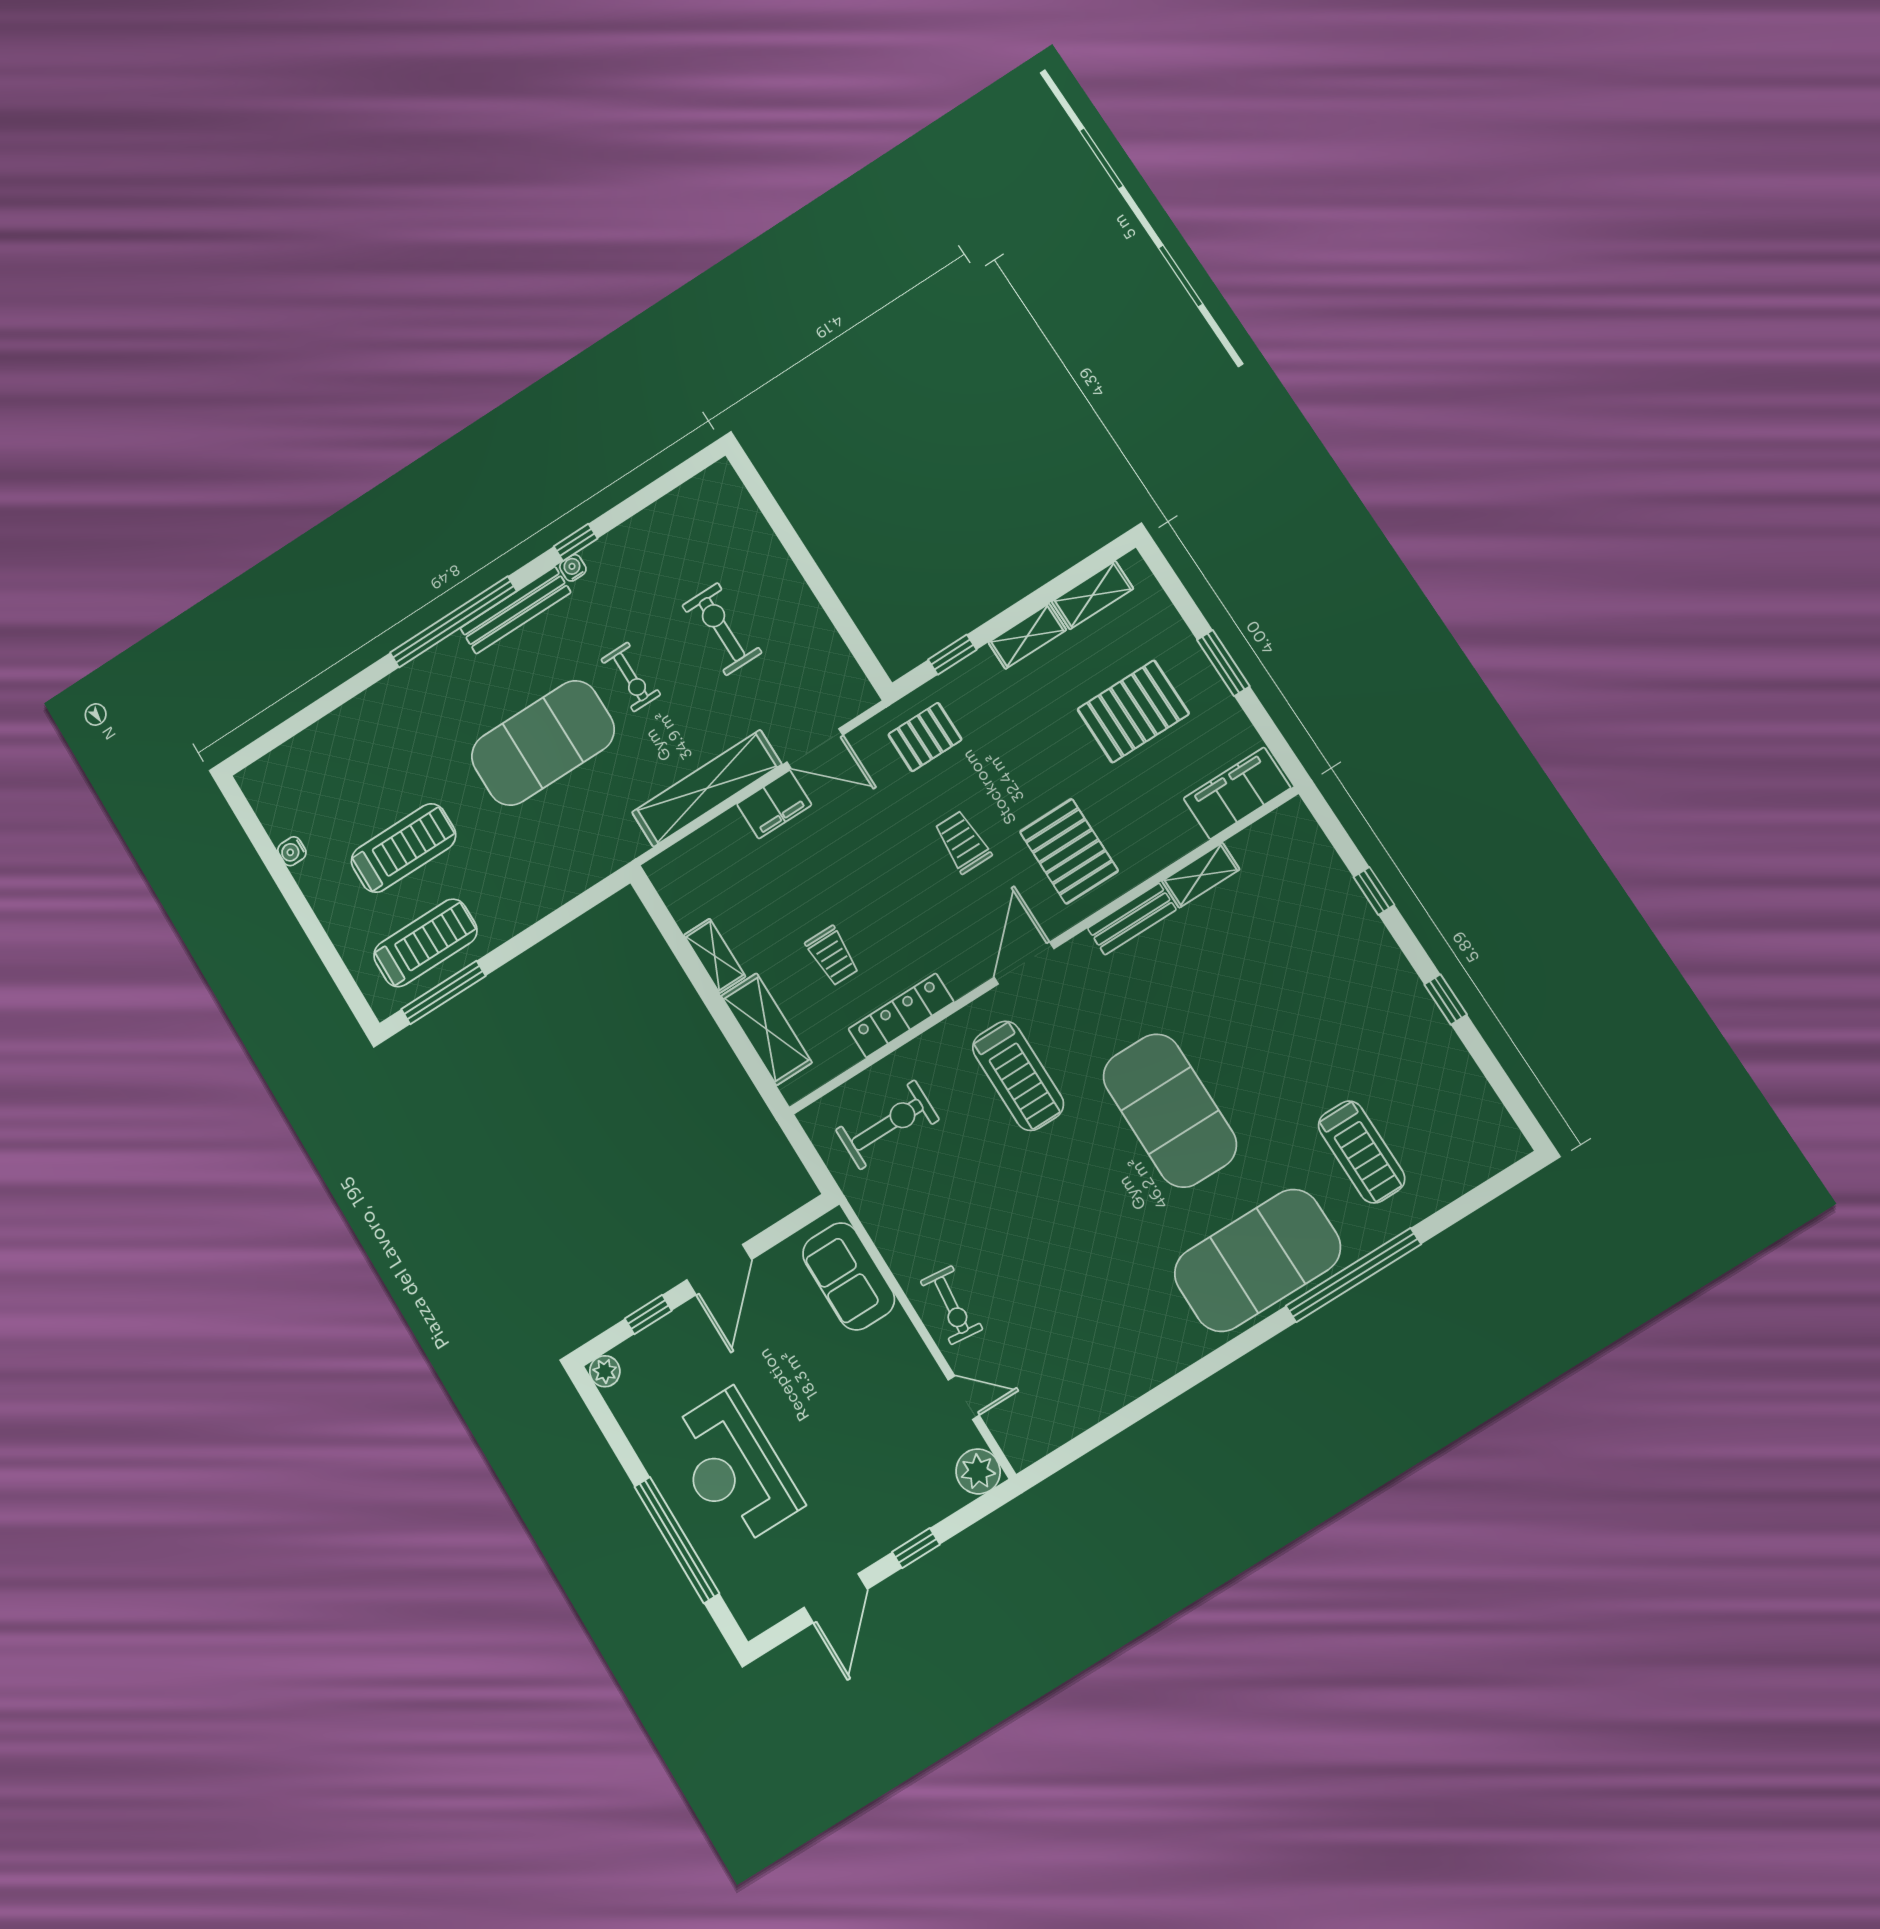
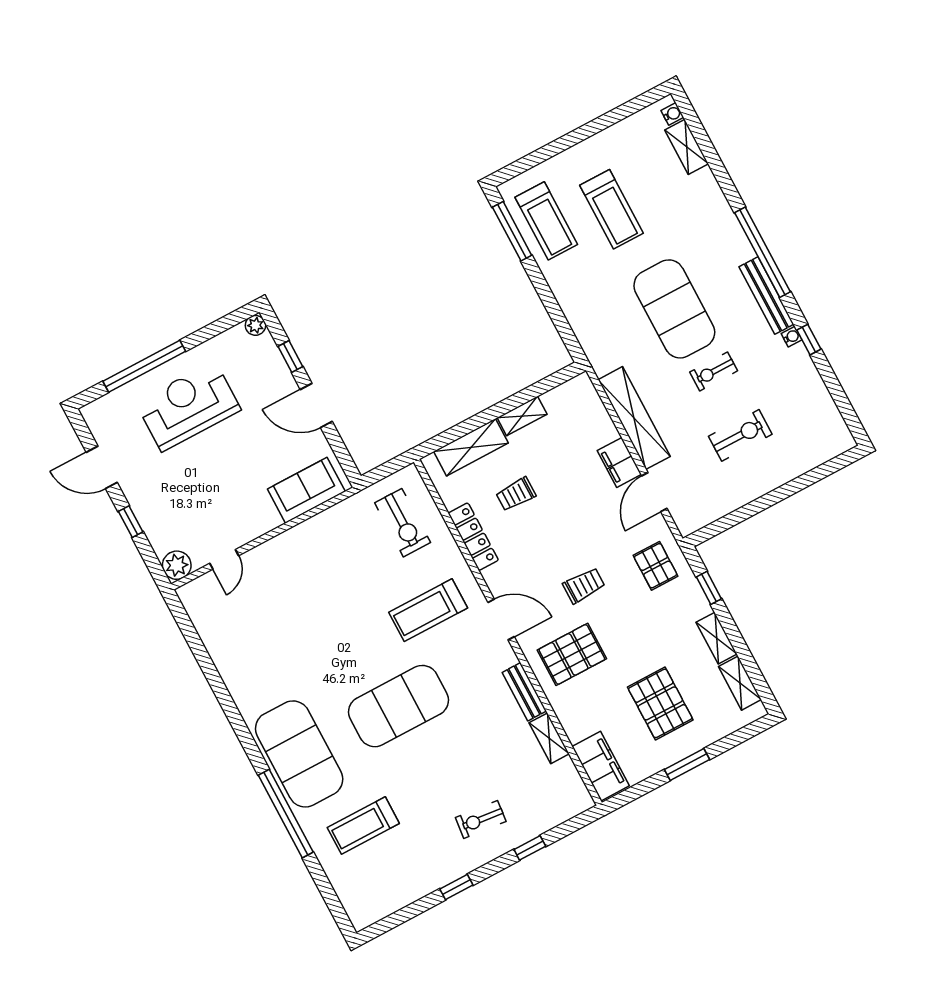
shelving: (308, 746) -> (687, 147), added
water cooler: (292, 851) -> (672, 114), moved, turned 90
exercise bike: (952, 1305) -> (481, 819), moved

